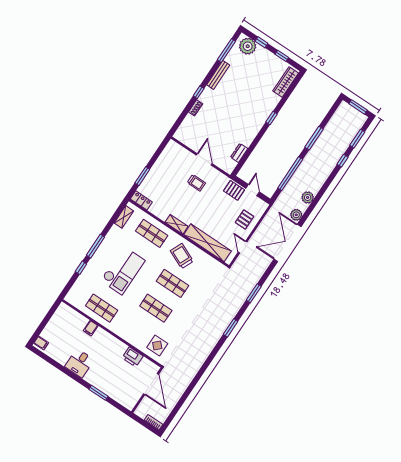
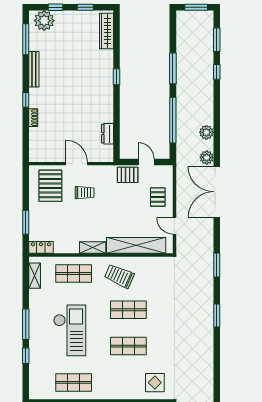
pallet: (176, 162) -> (50, 186), added

